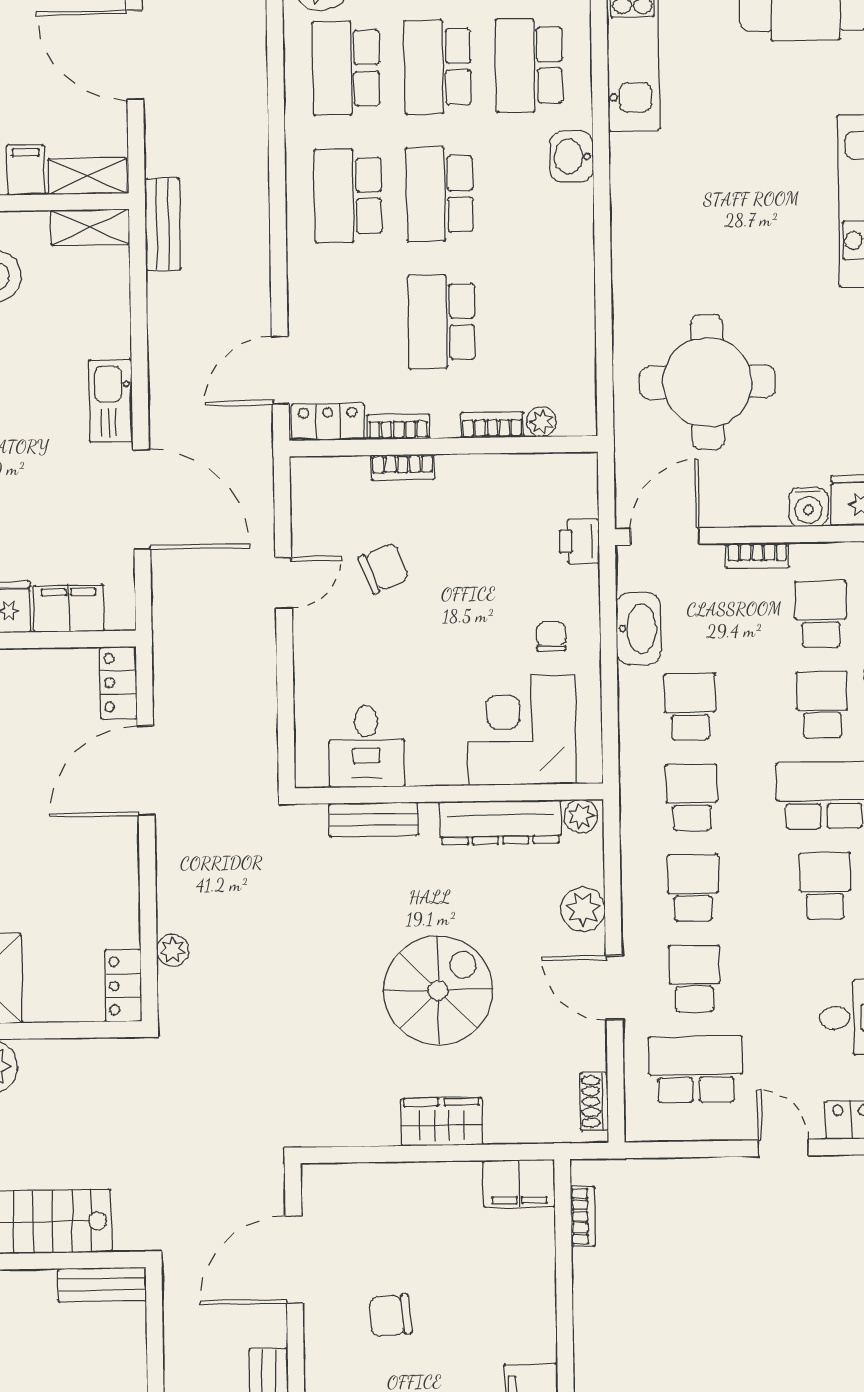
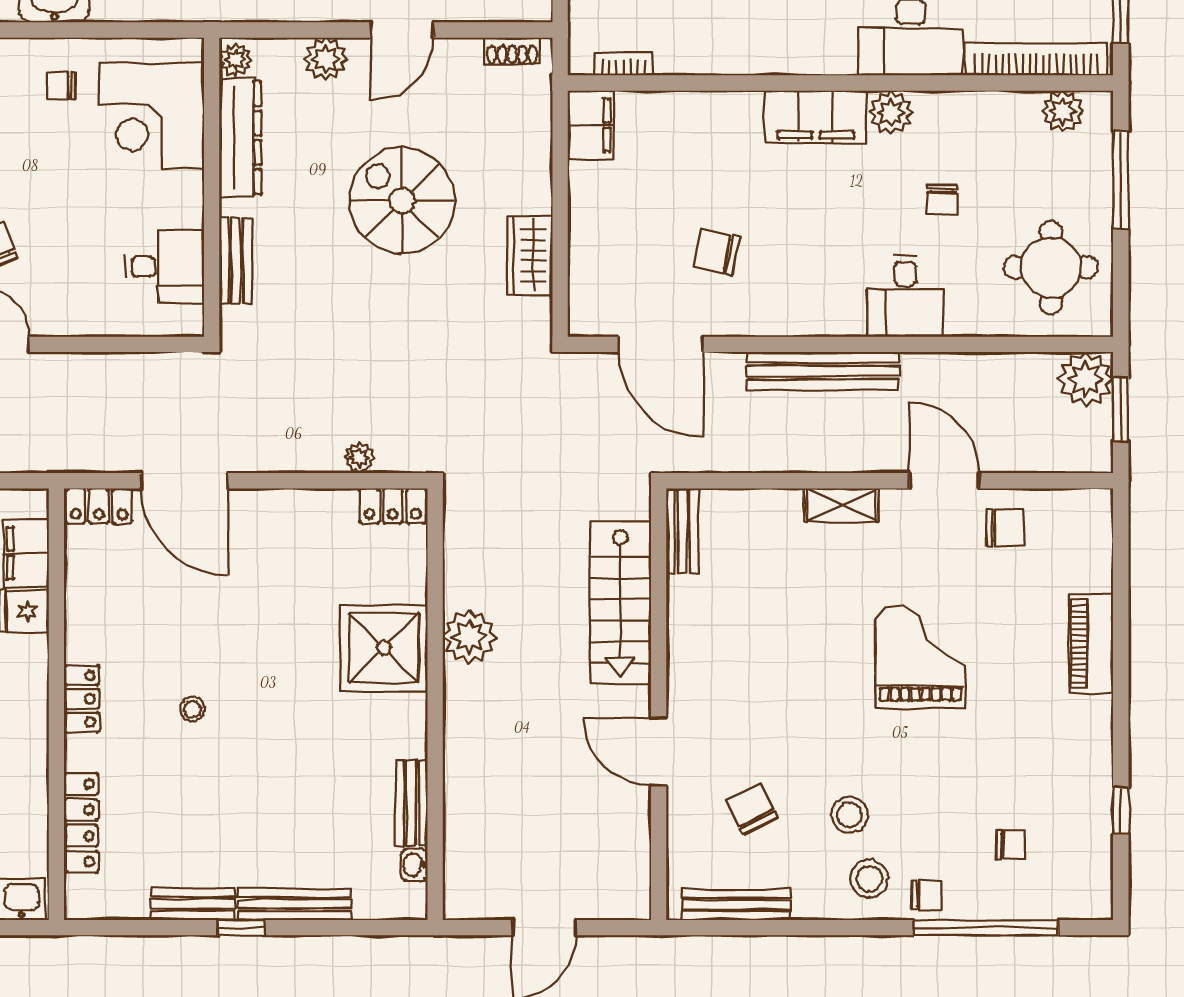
wardrobe: (442, 1122) -> (530, 255), moved
chair: (390, 1315) -> (717, 252), turned 106

